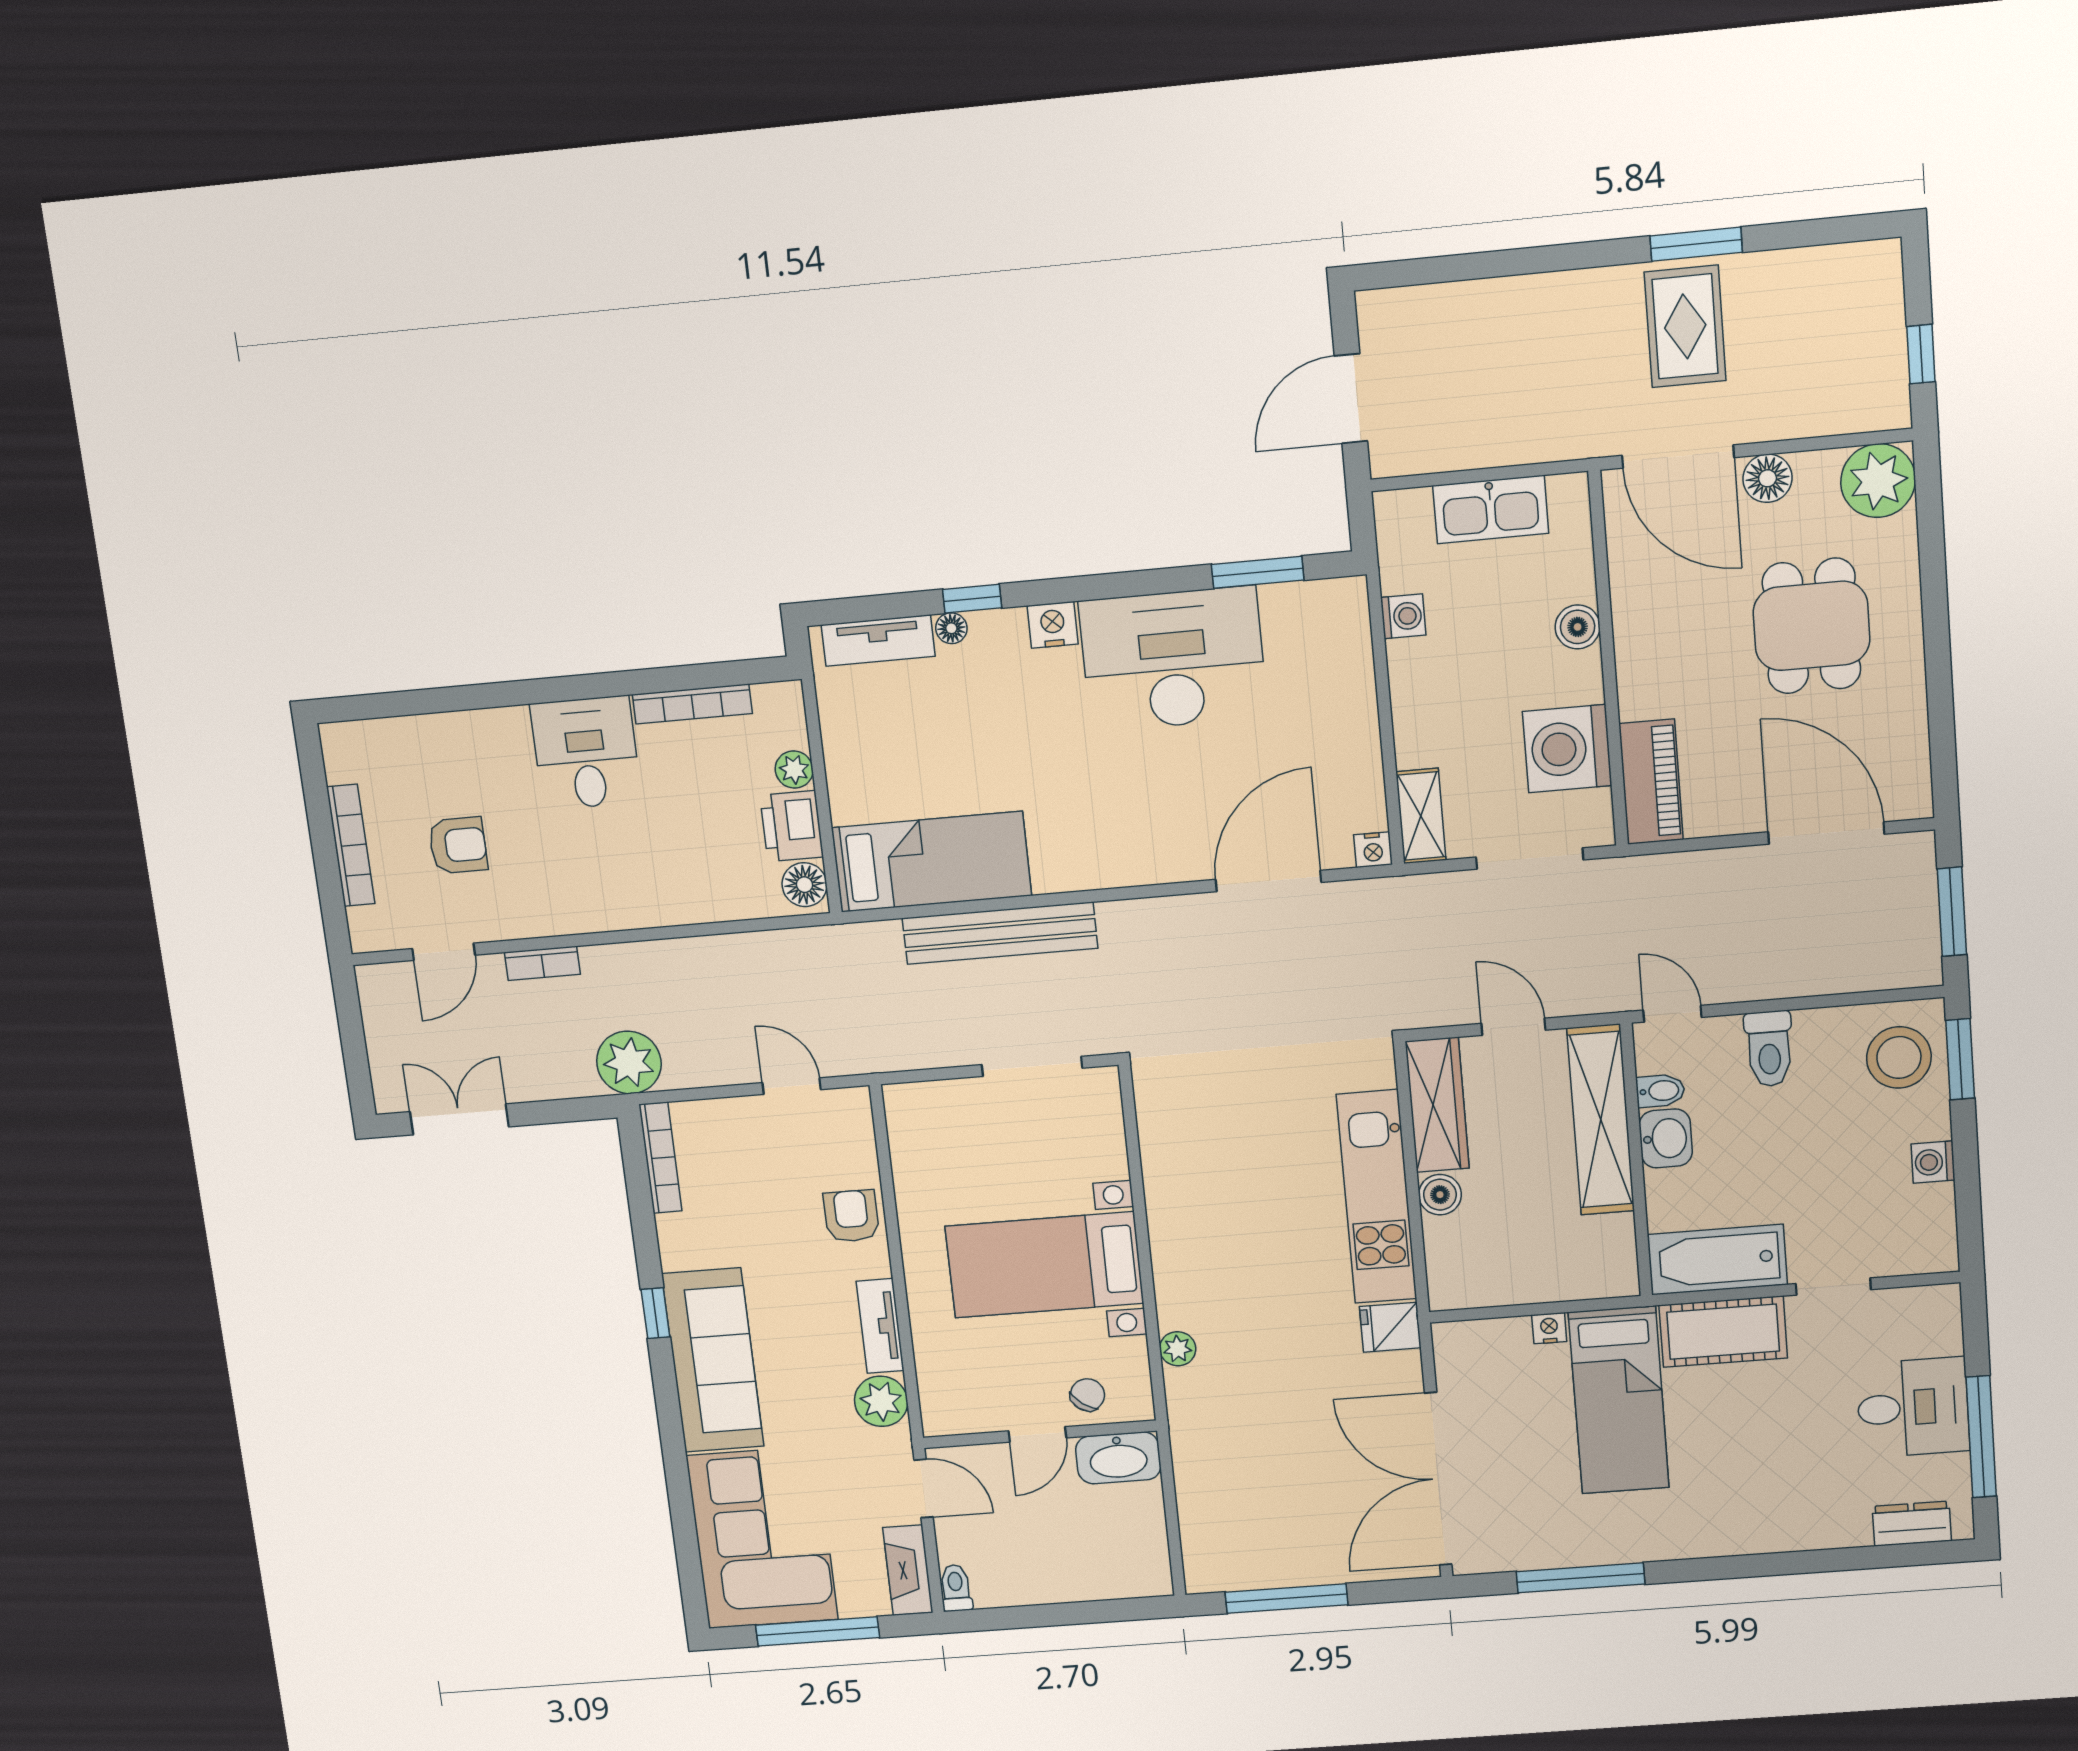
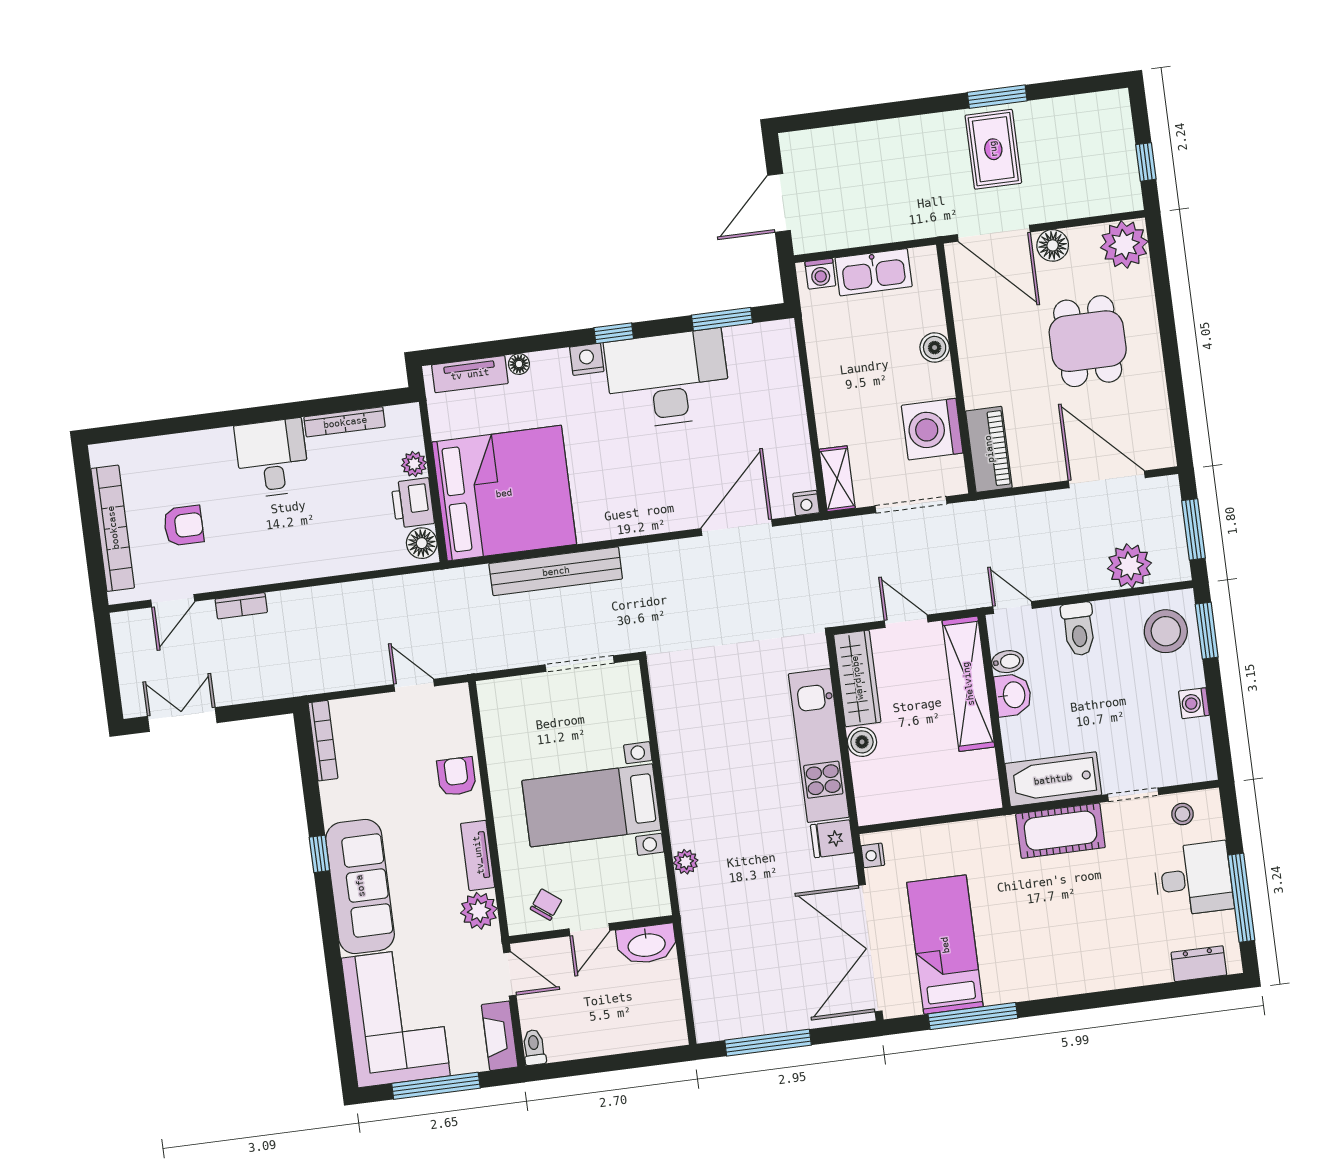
window: (972, 599) -> (614, 333), moved
washing machine: (1403, 616) -> (820, 274), moved, turned 90
bookcase: (351, 845) -> (113, 528), width x1.48, depth x1.31
bed: (931, 862) -> (504, 493), width x2.04
plant: (629, 1063) -> (1130, 566), moved
stool: (1904, 1317) -> (1182, 814), added
nightstand: (1549, 1328) -> (873, 855), moved, turned -90
chair: (1087, 1395) -> (546, 905), moved
bed: (1619, 1400) -> (945, 945), moved, turned 180

